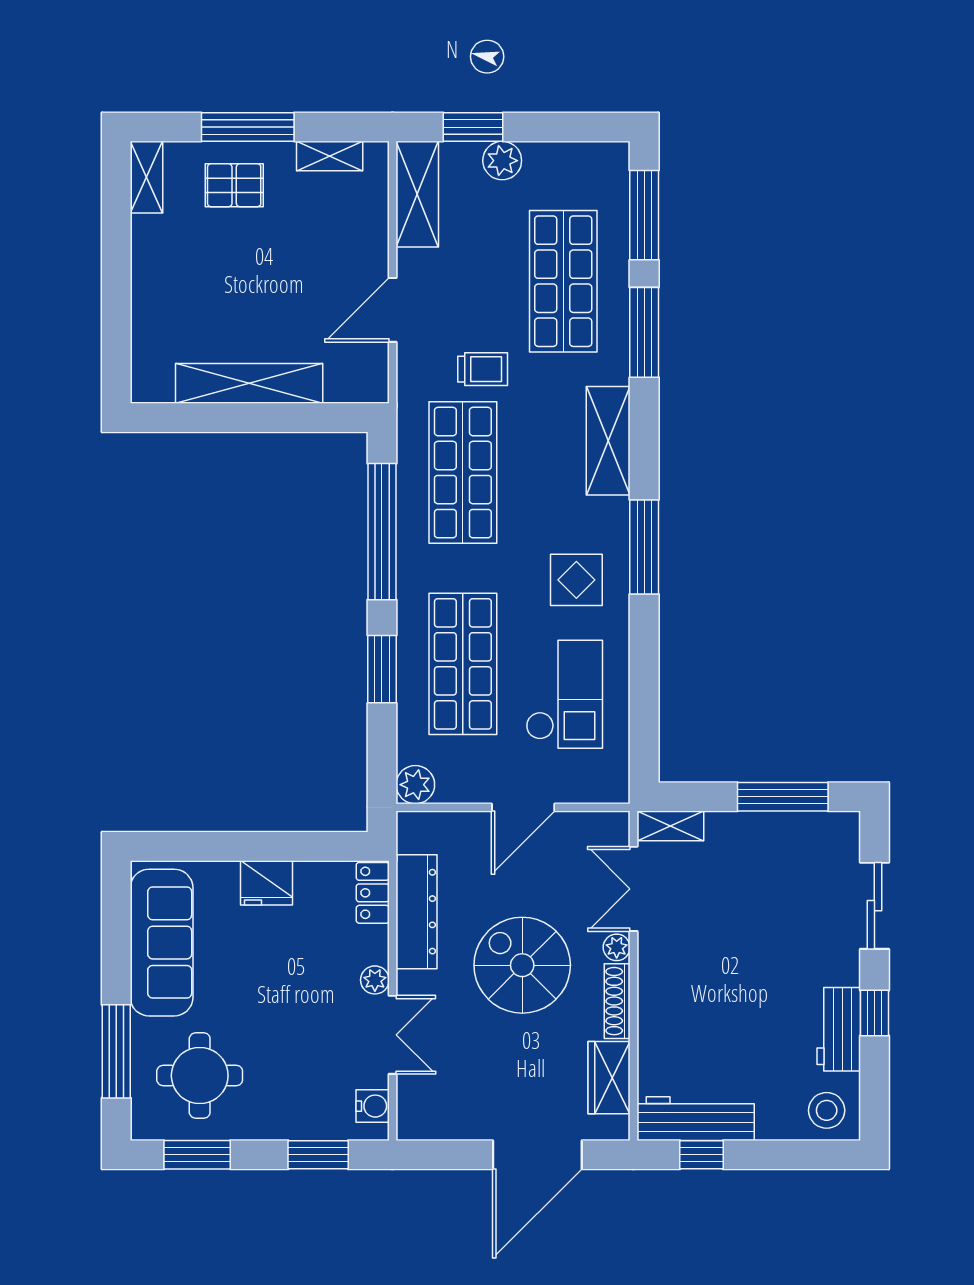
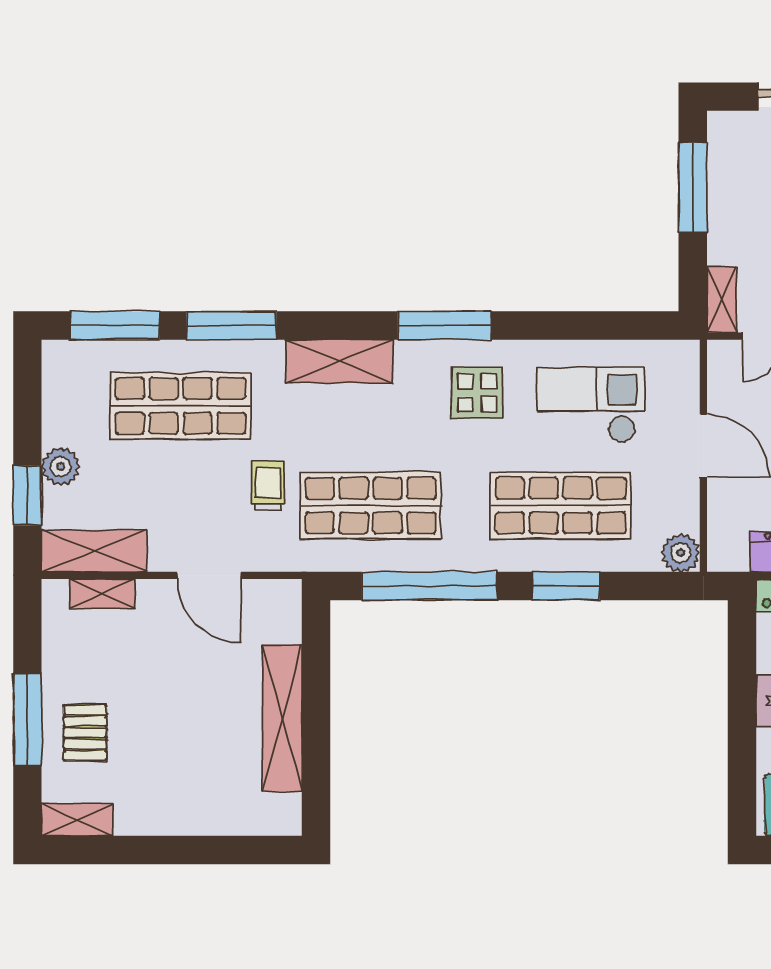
shelving: (330, 156) -> (102, 594), moved, turned 90

